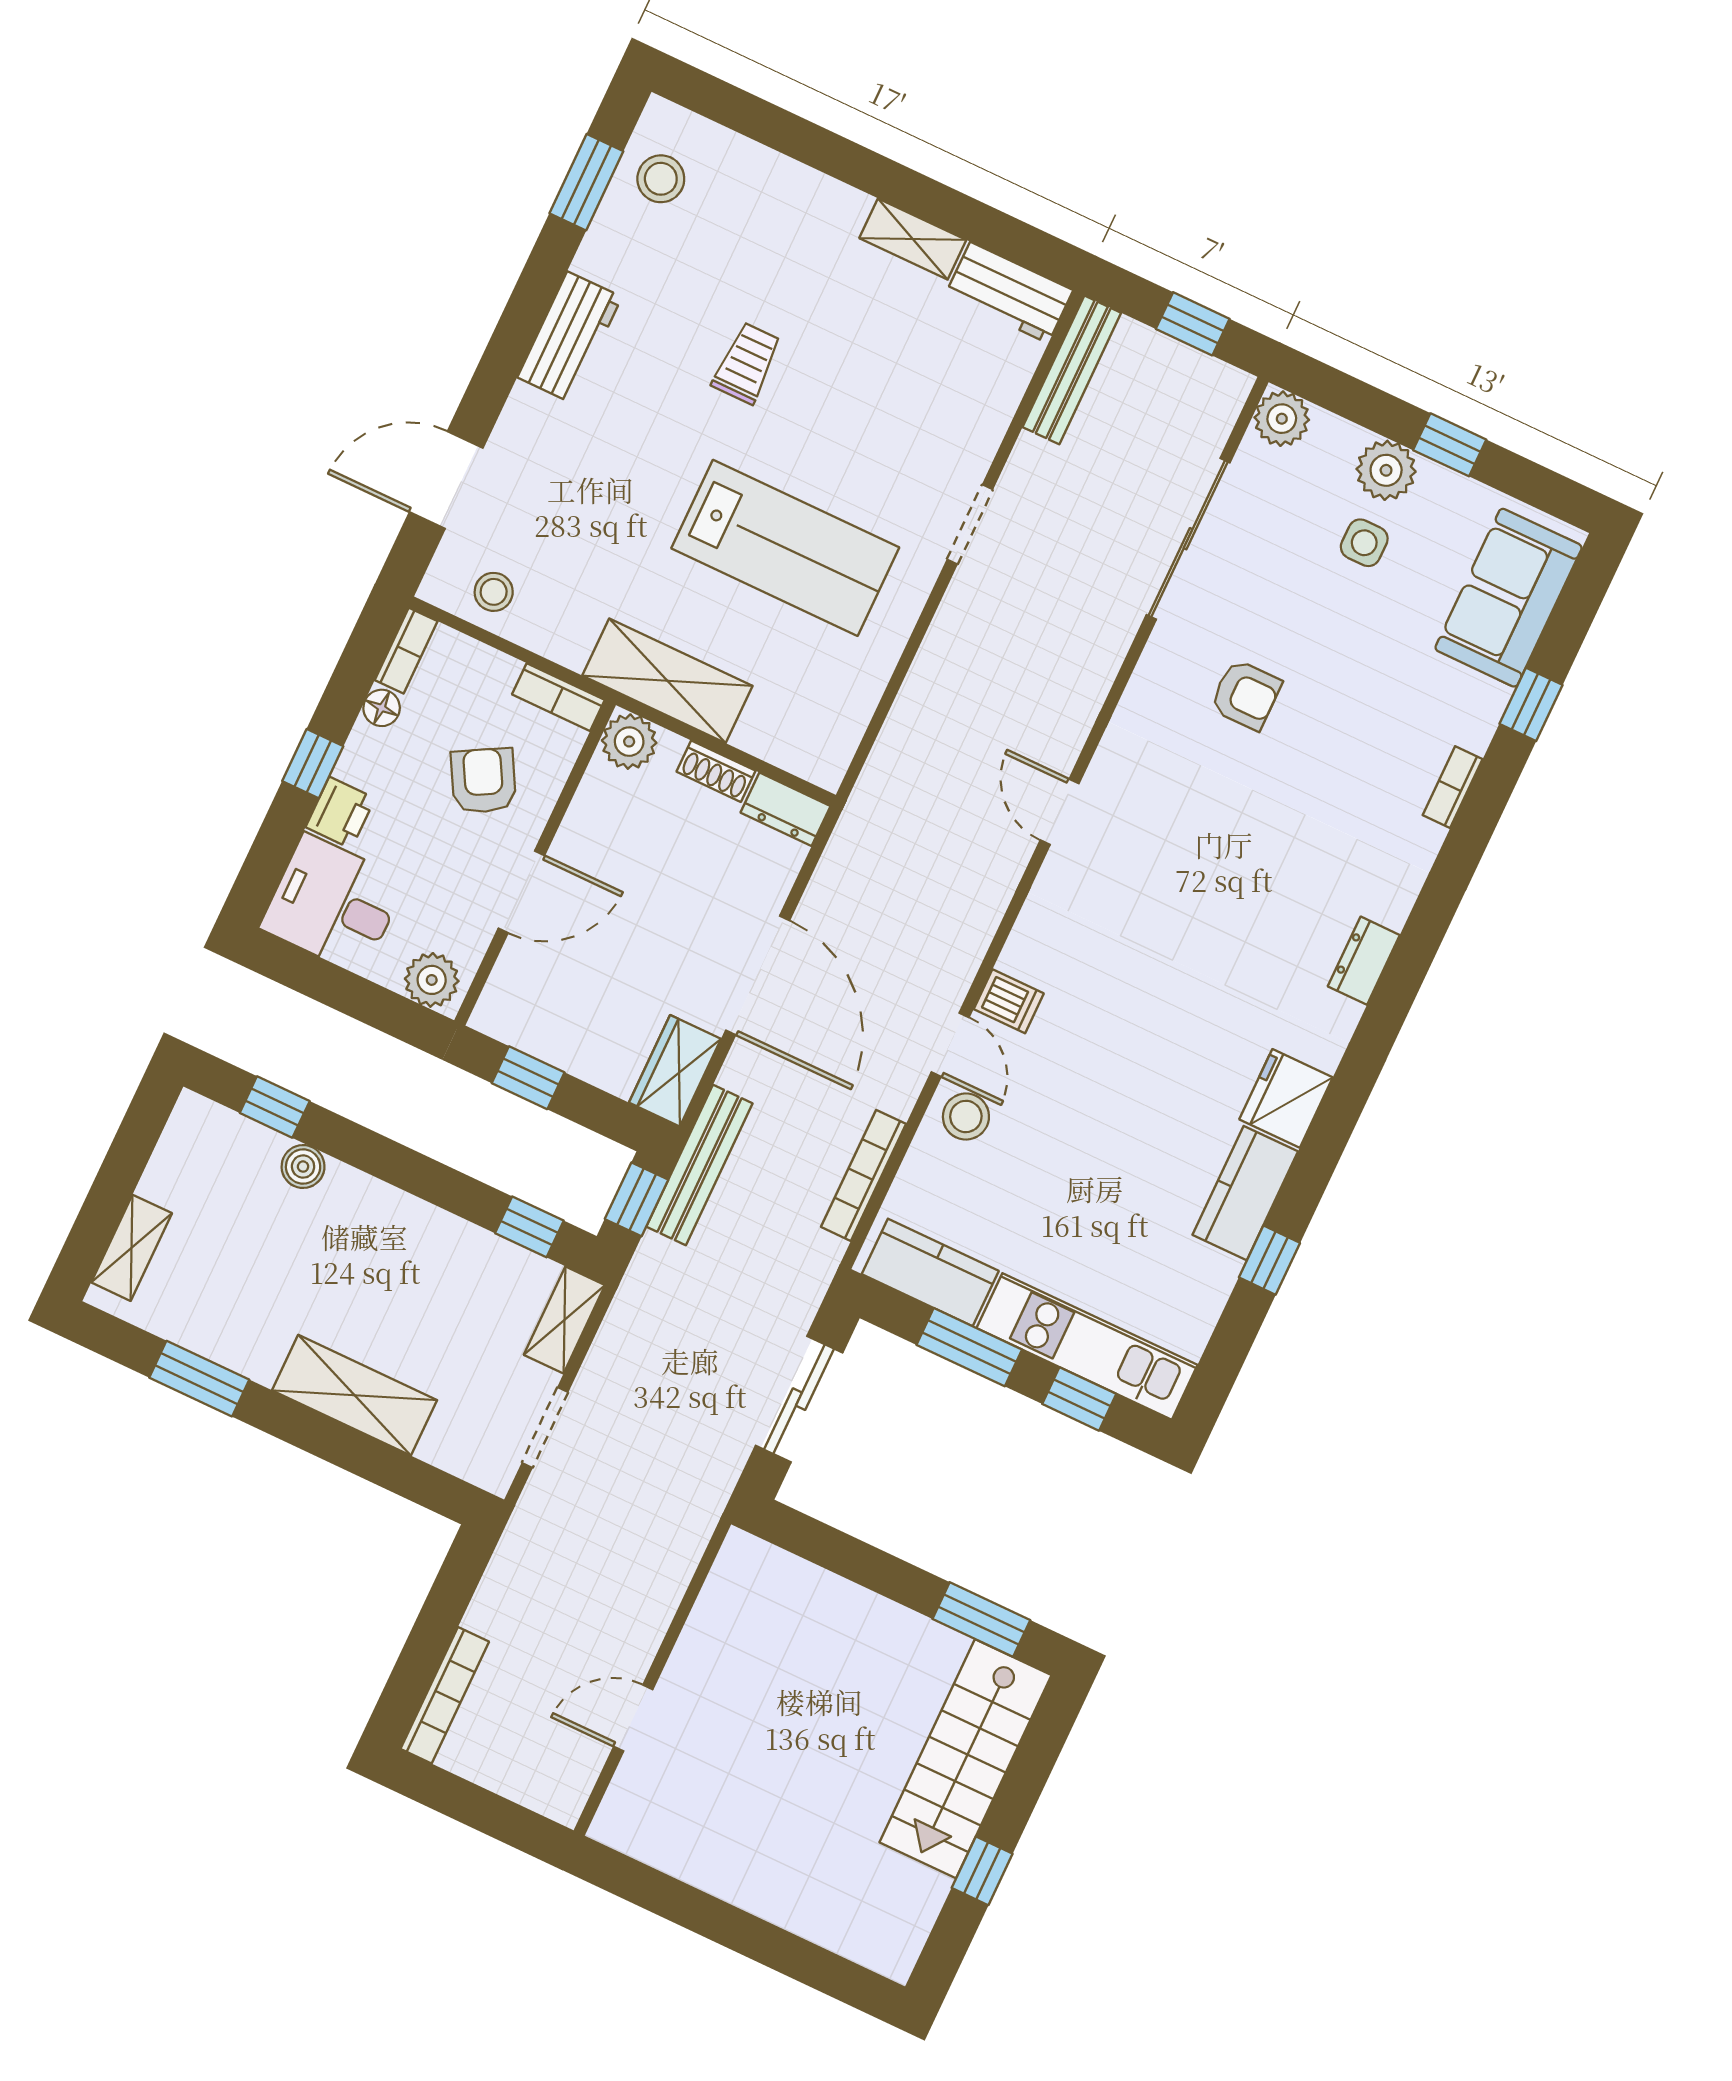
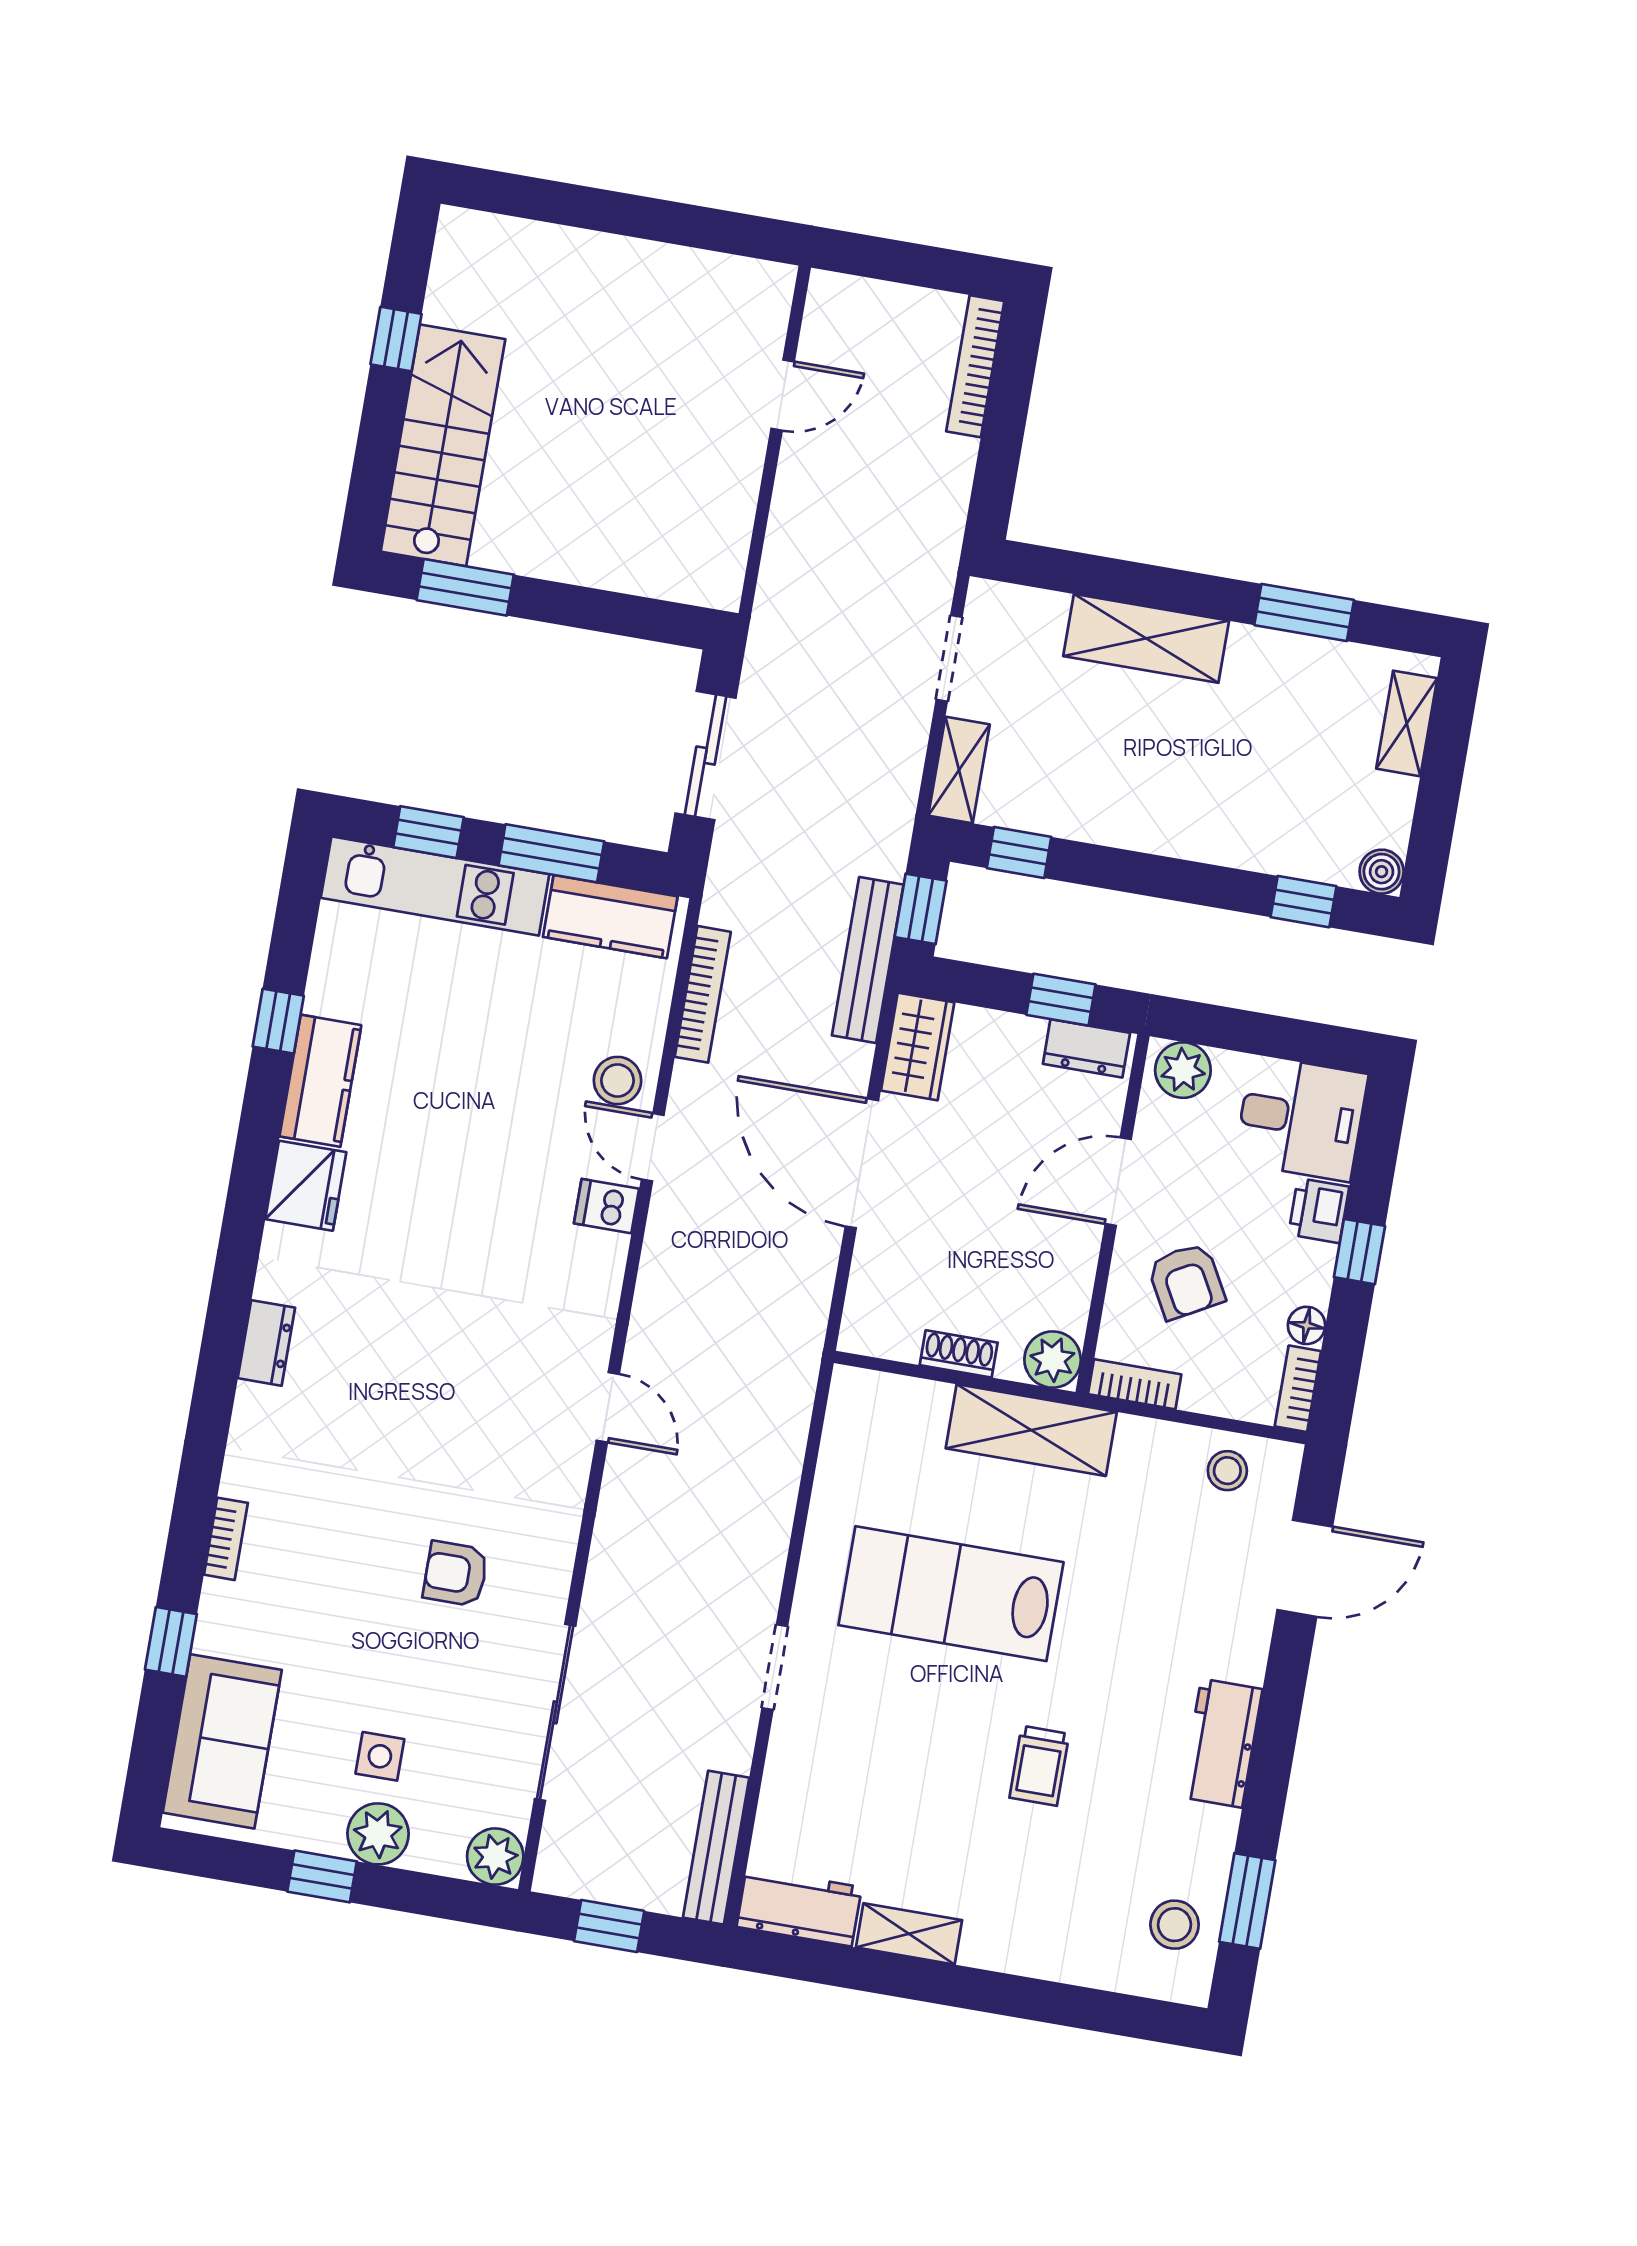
dresser: (786, 809) -> (1086, 1048), moved, turned 180
boiler: (303, 1167) -> (1382, 872), moved

